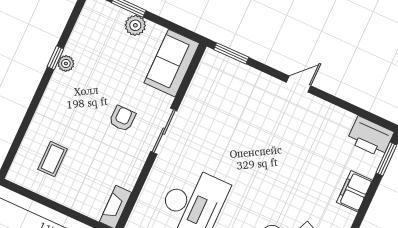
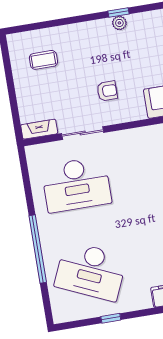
sliding door: (164, 131) -> (83, 133), moved

